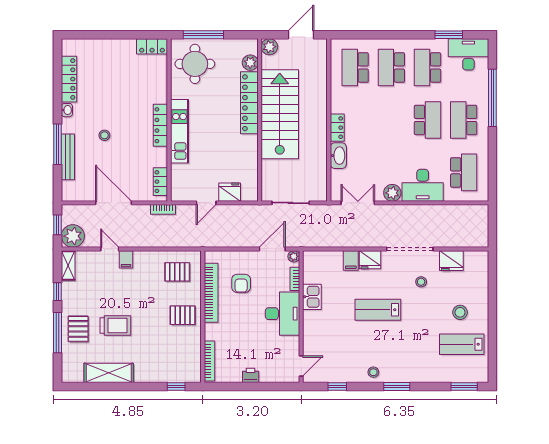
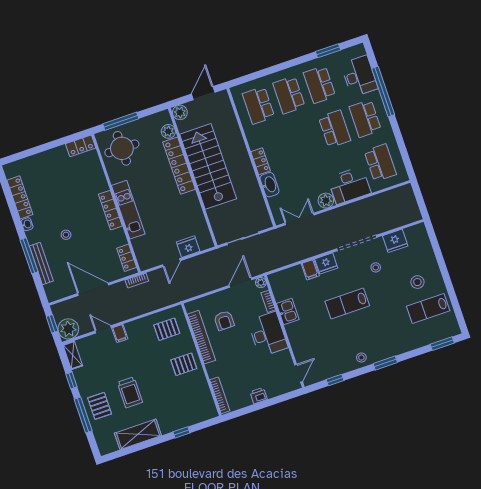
desk: (468, 54) -> (359, 76), moved, turned 90
trolley: (115, 326) -> (130, 392), turned 90
window: (176, 387) -> (181, 432), moved

